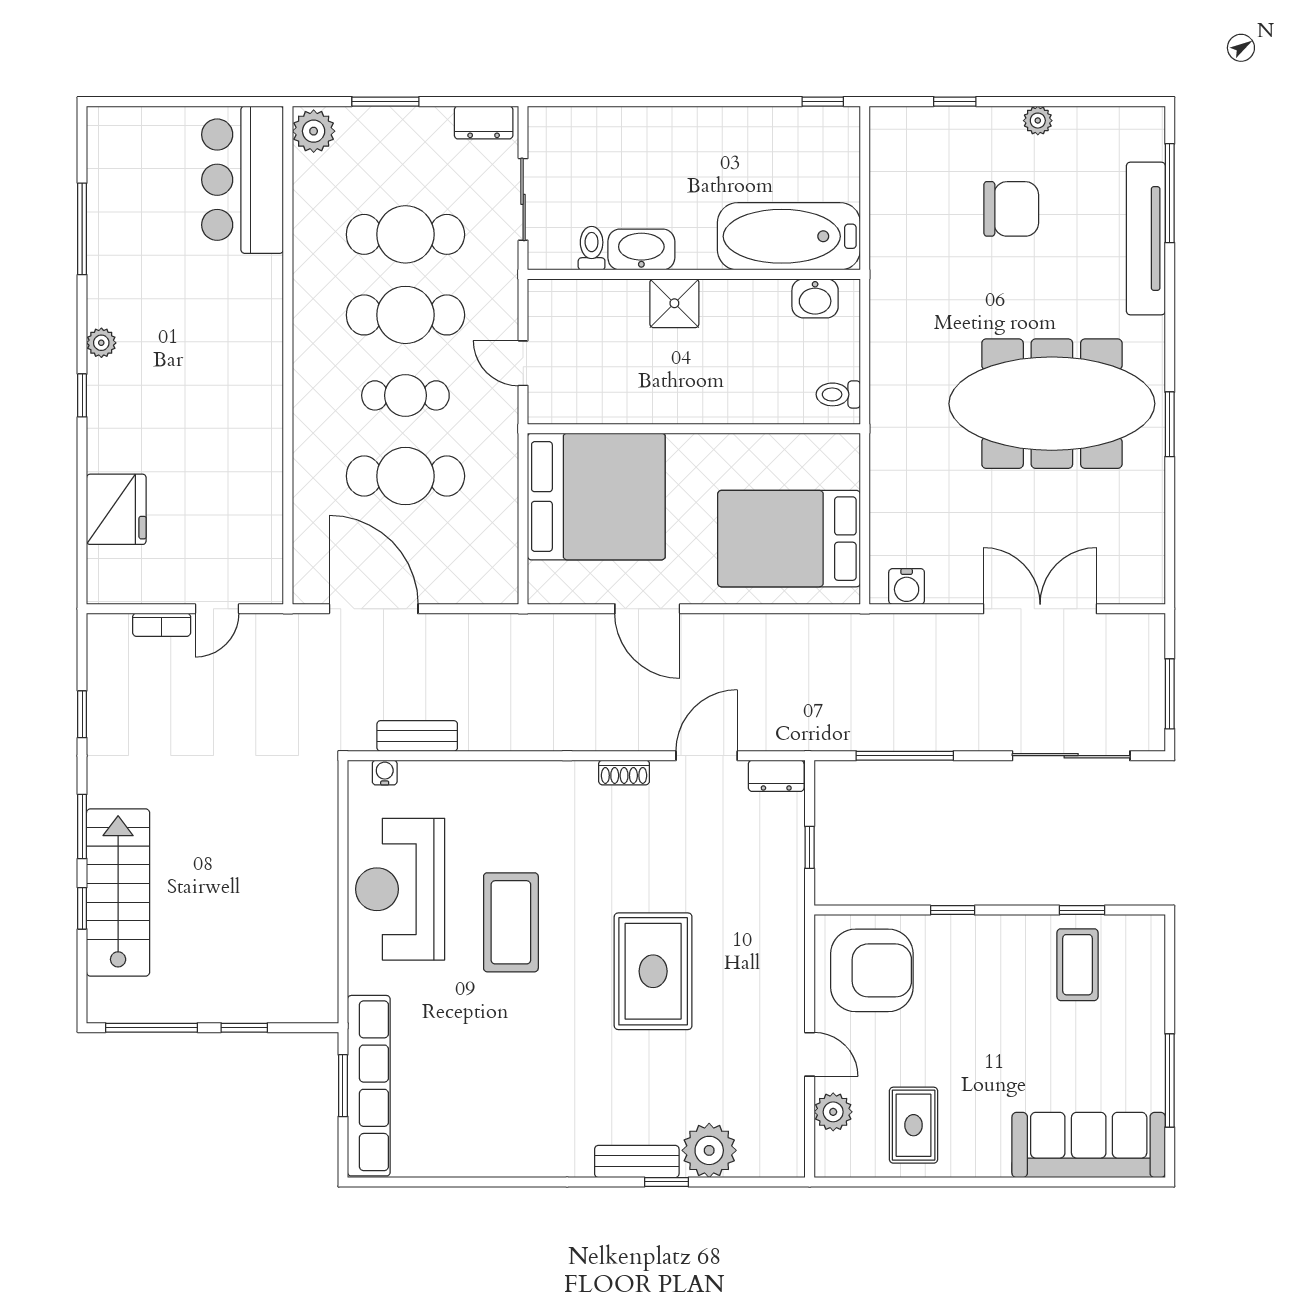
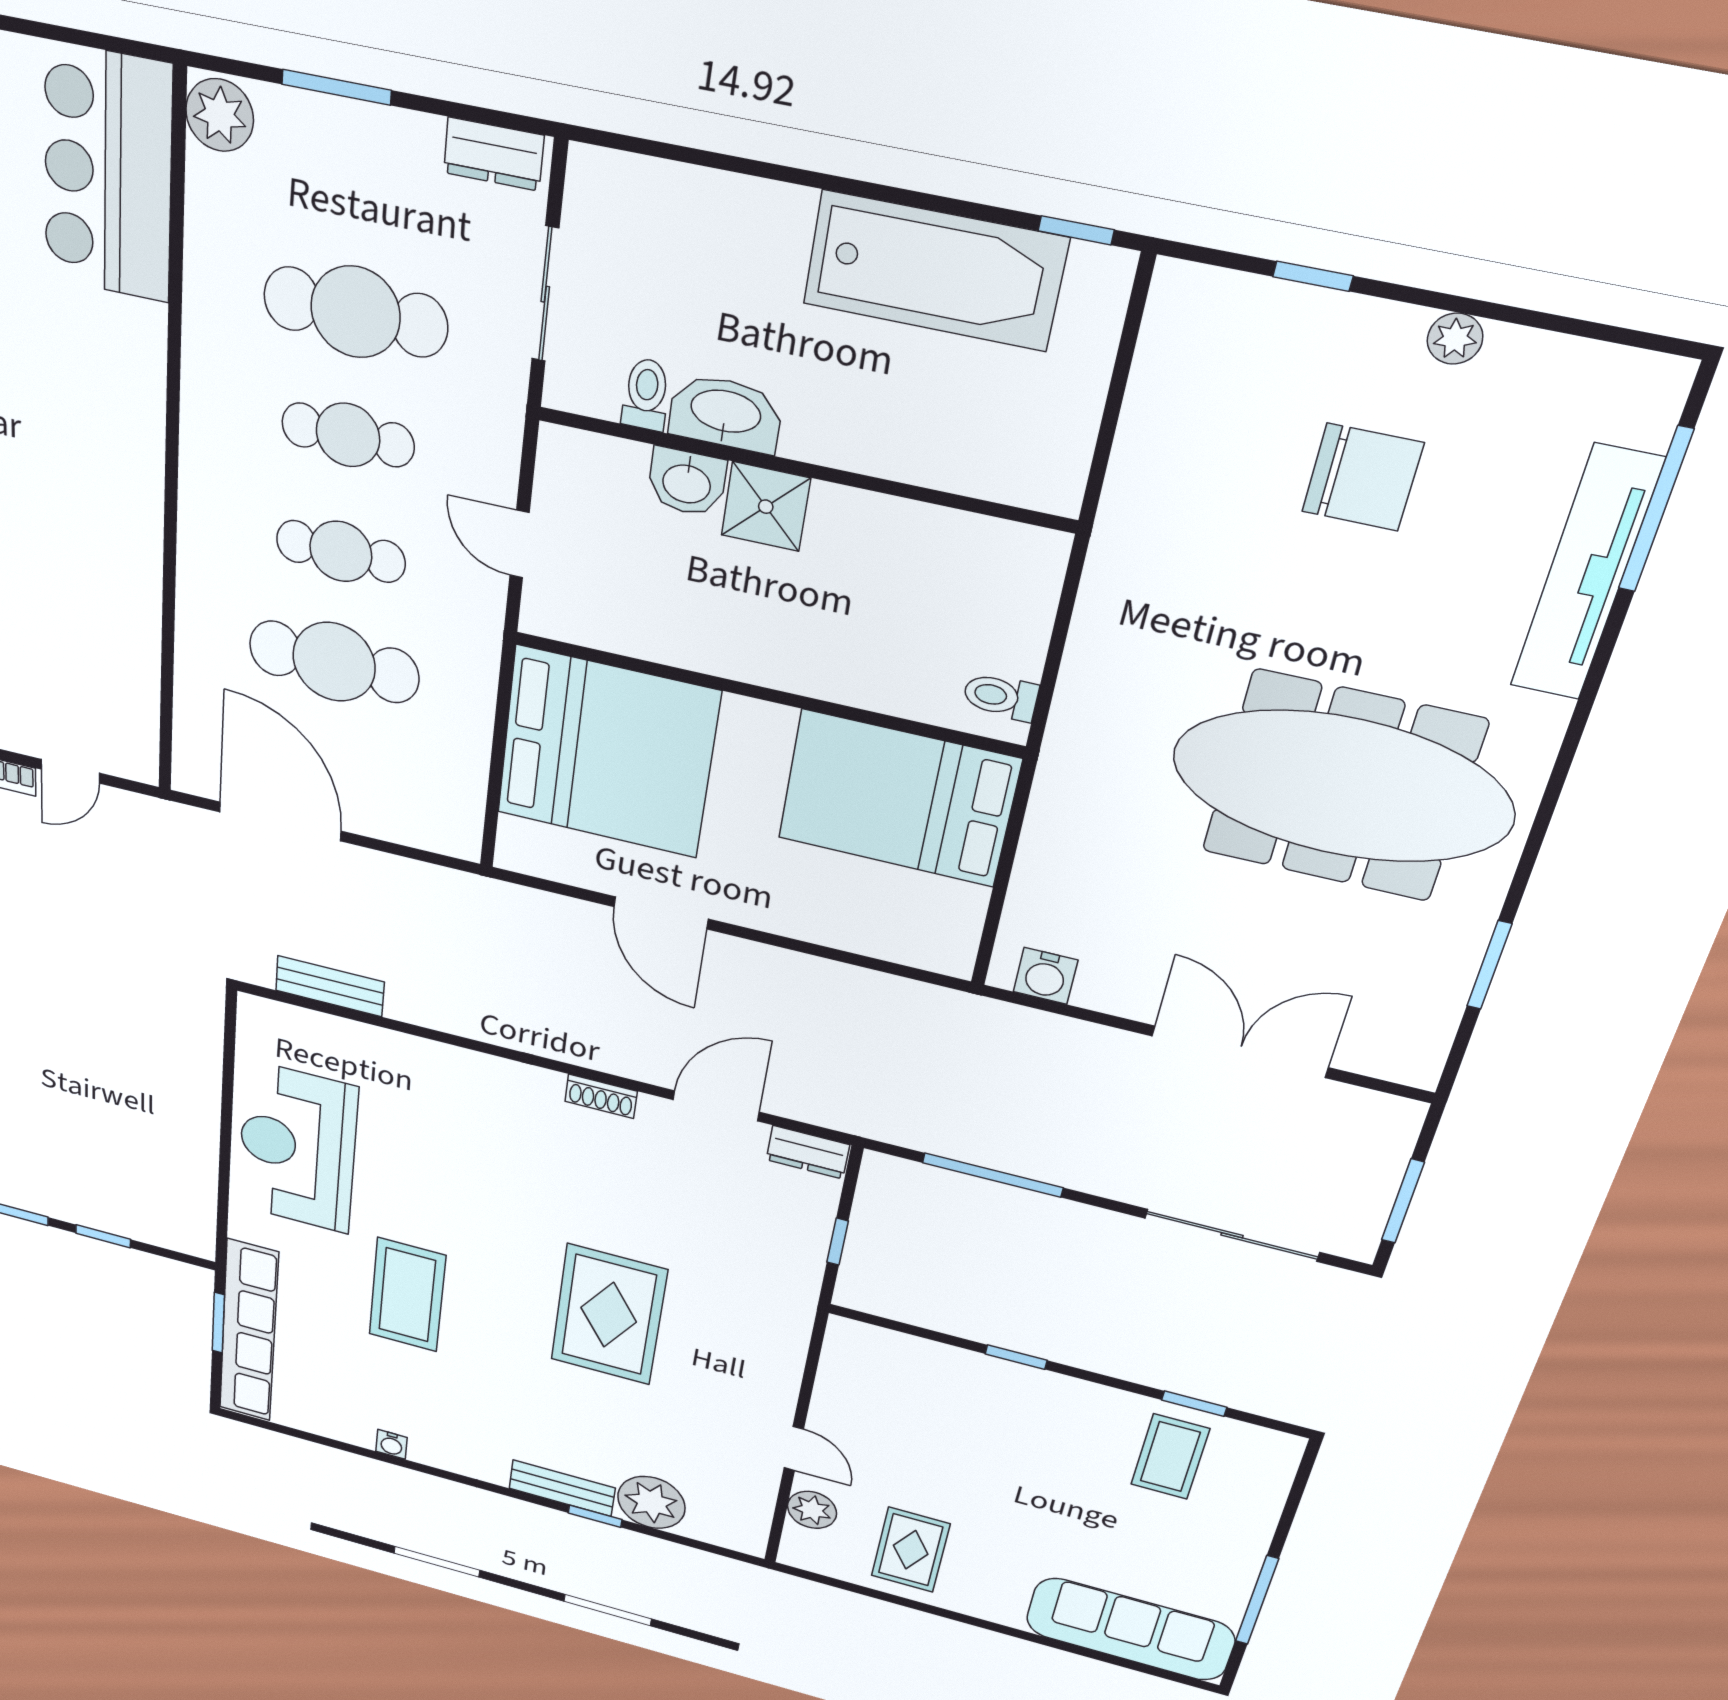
bathtub: (789, 236) -> (935, 271), moved, turned 180
washbasin: (815, 298) -> (687, 482), moved
cafe table: (405, 315) -> (348, 435), width x0.73, depth x0.74
window: (1170, 424) -> (1489, 965), moved
bed: (789, 539) -> (898, 799), moved
water cooler: (385, 773) -> (391, 1444), moved, turned 180
coffee table: (511, 922) -> (407, 1295), moved
armchair: (872, 970) -> (893, 1389), removed

